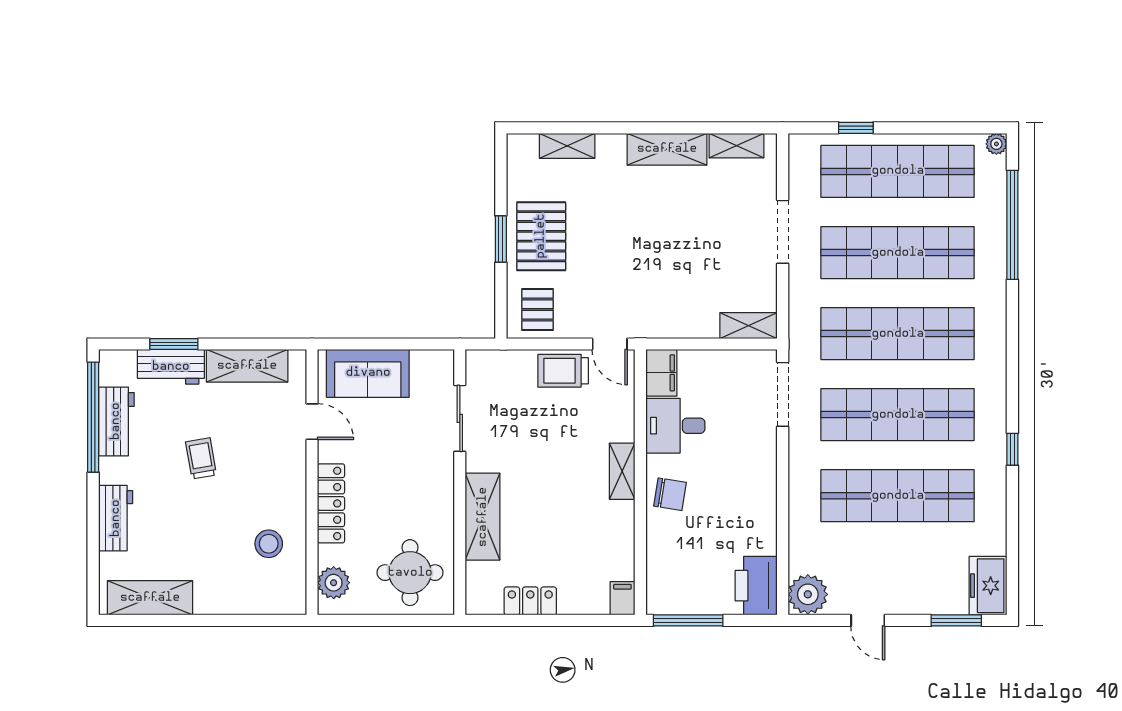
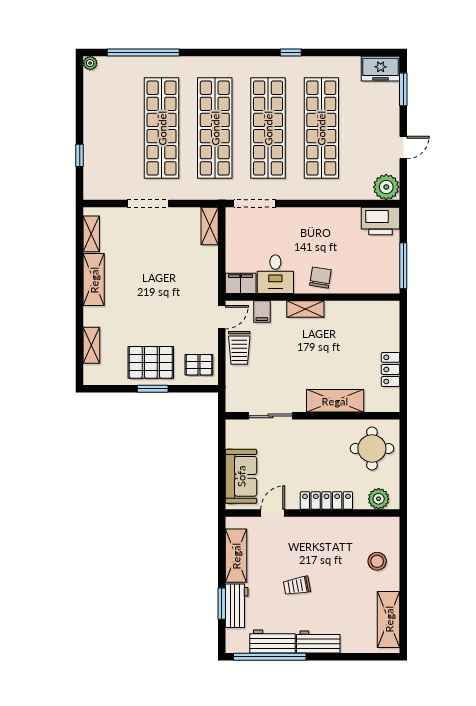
shop shelf: (898, 171) -> (108, 128), removed
workbench: (116, 518) -> (318, 642), moved
stool: (269, 544) -> (377, 561), moved
filing cabinet: (622, 598) -> (262, 312), moved, turned -90

